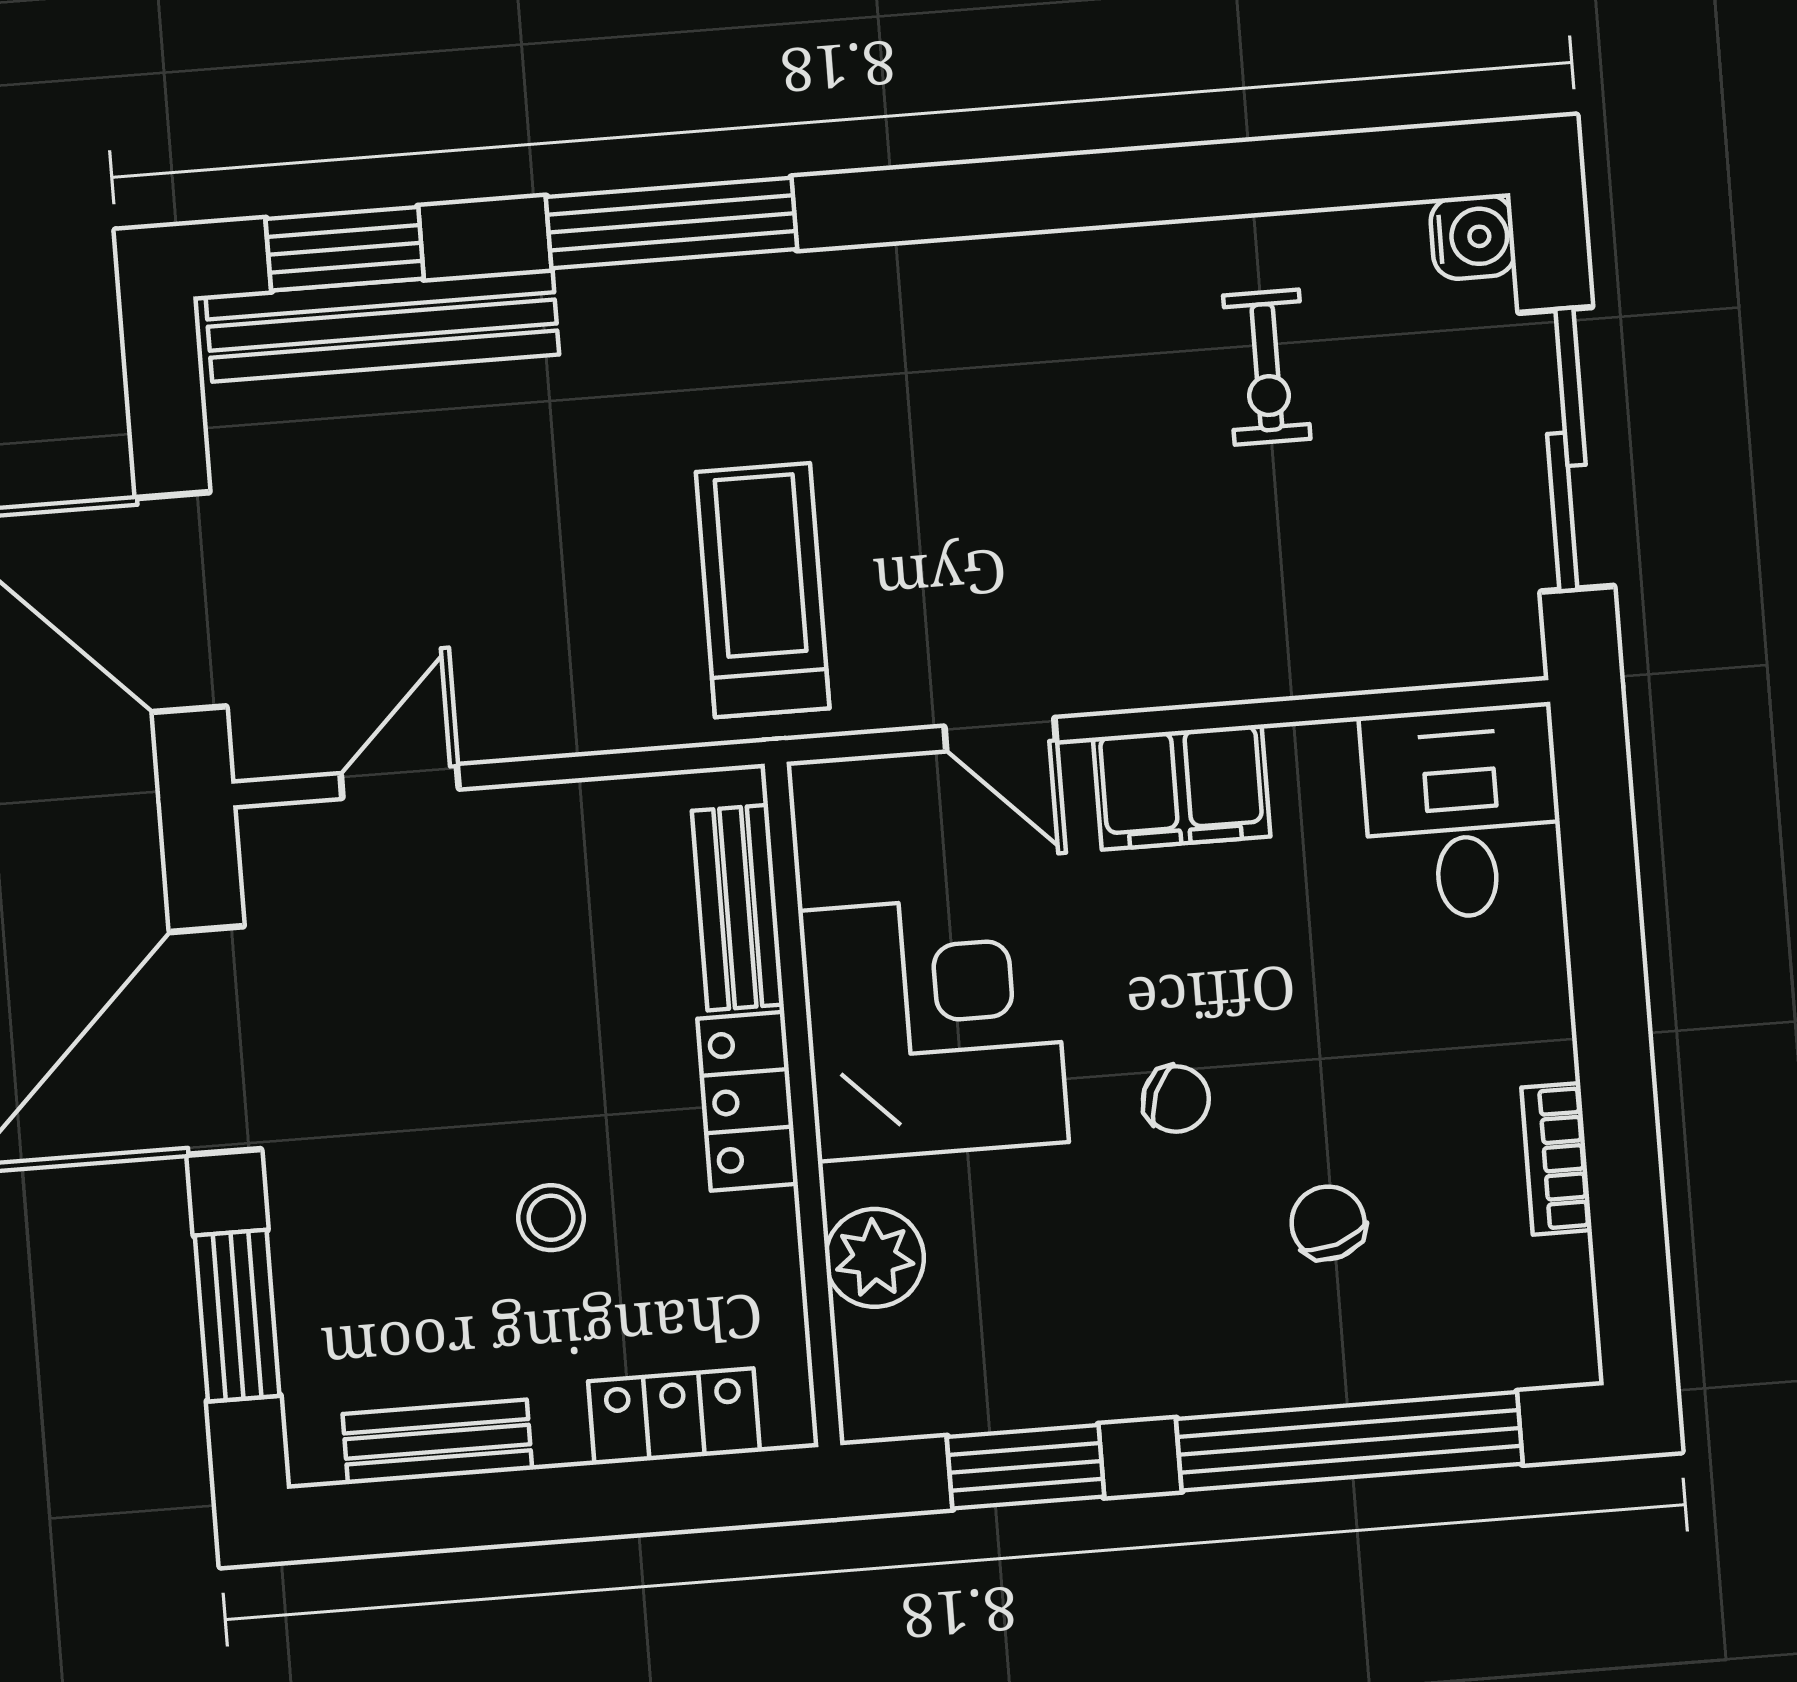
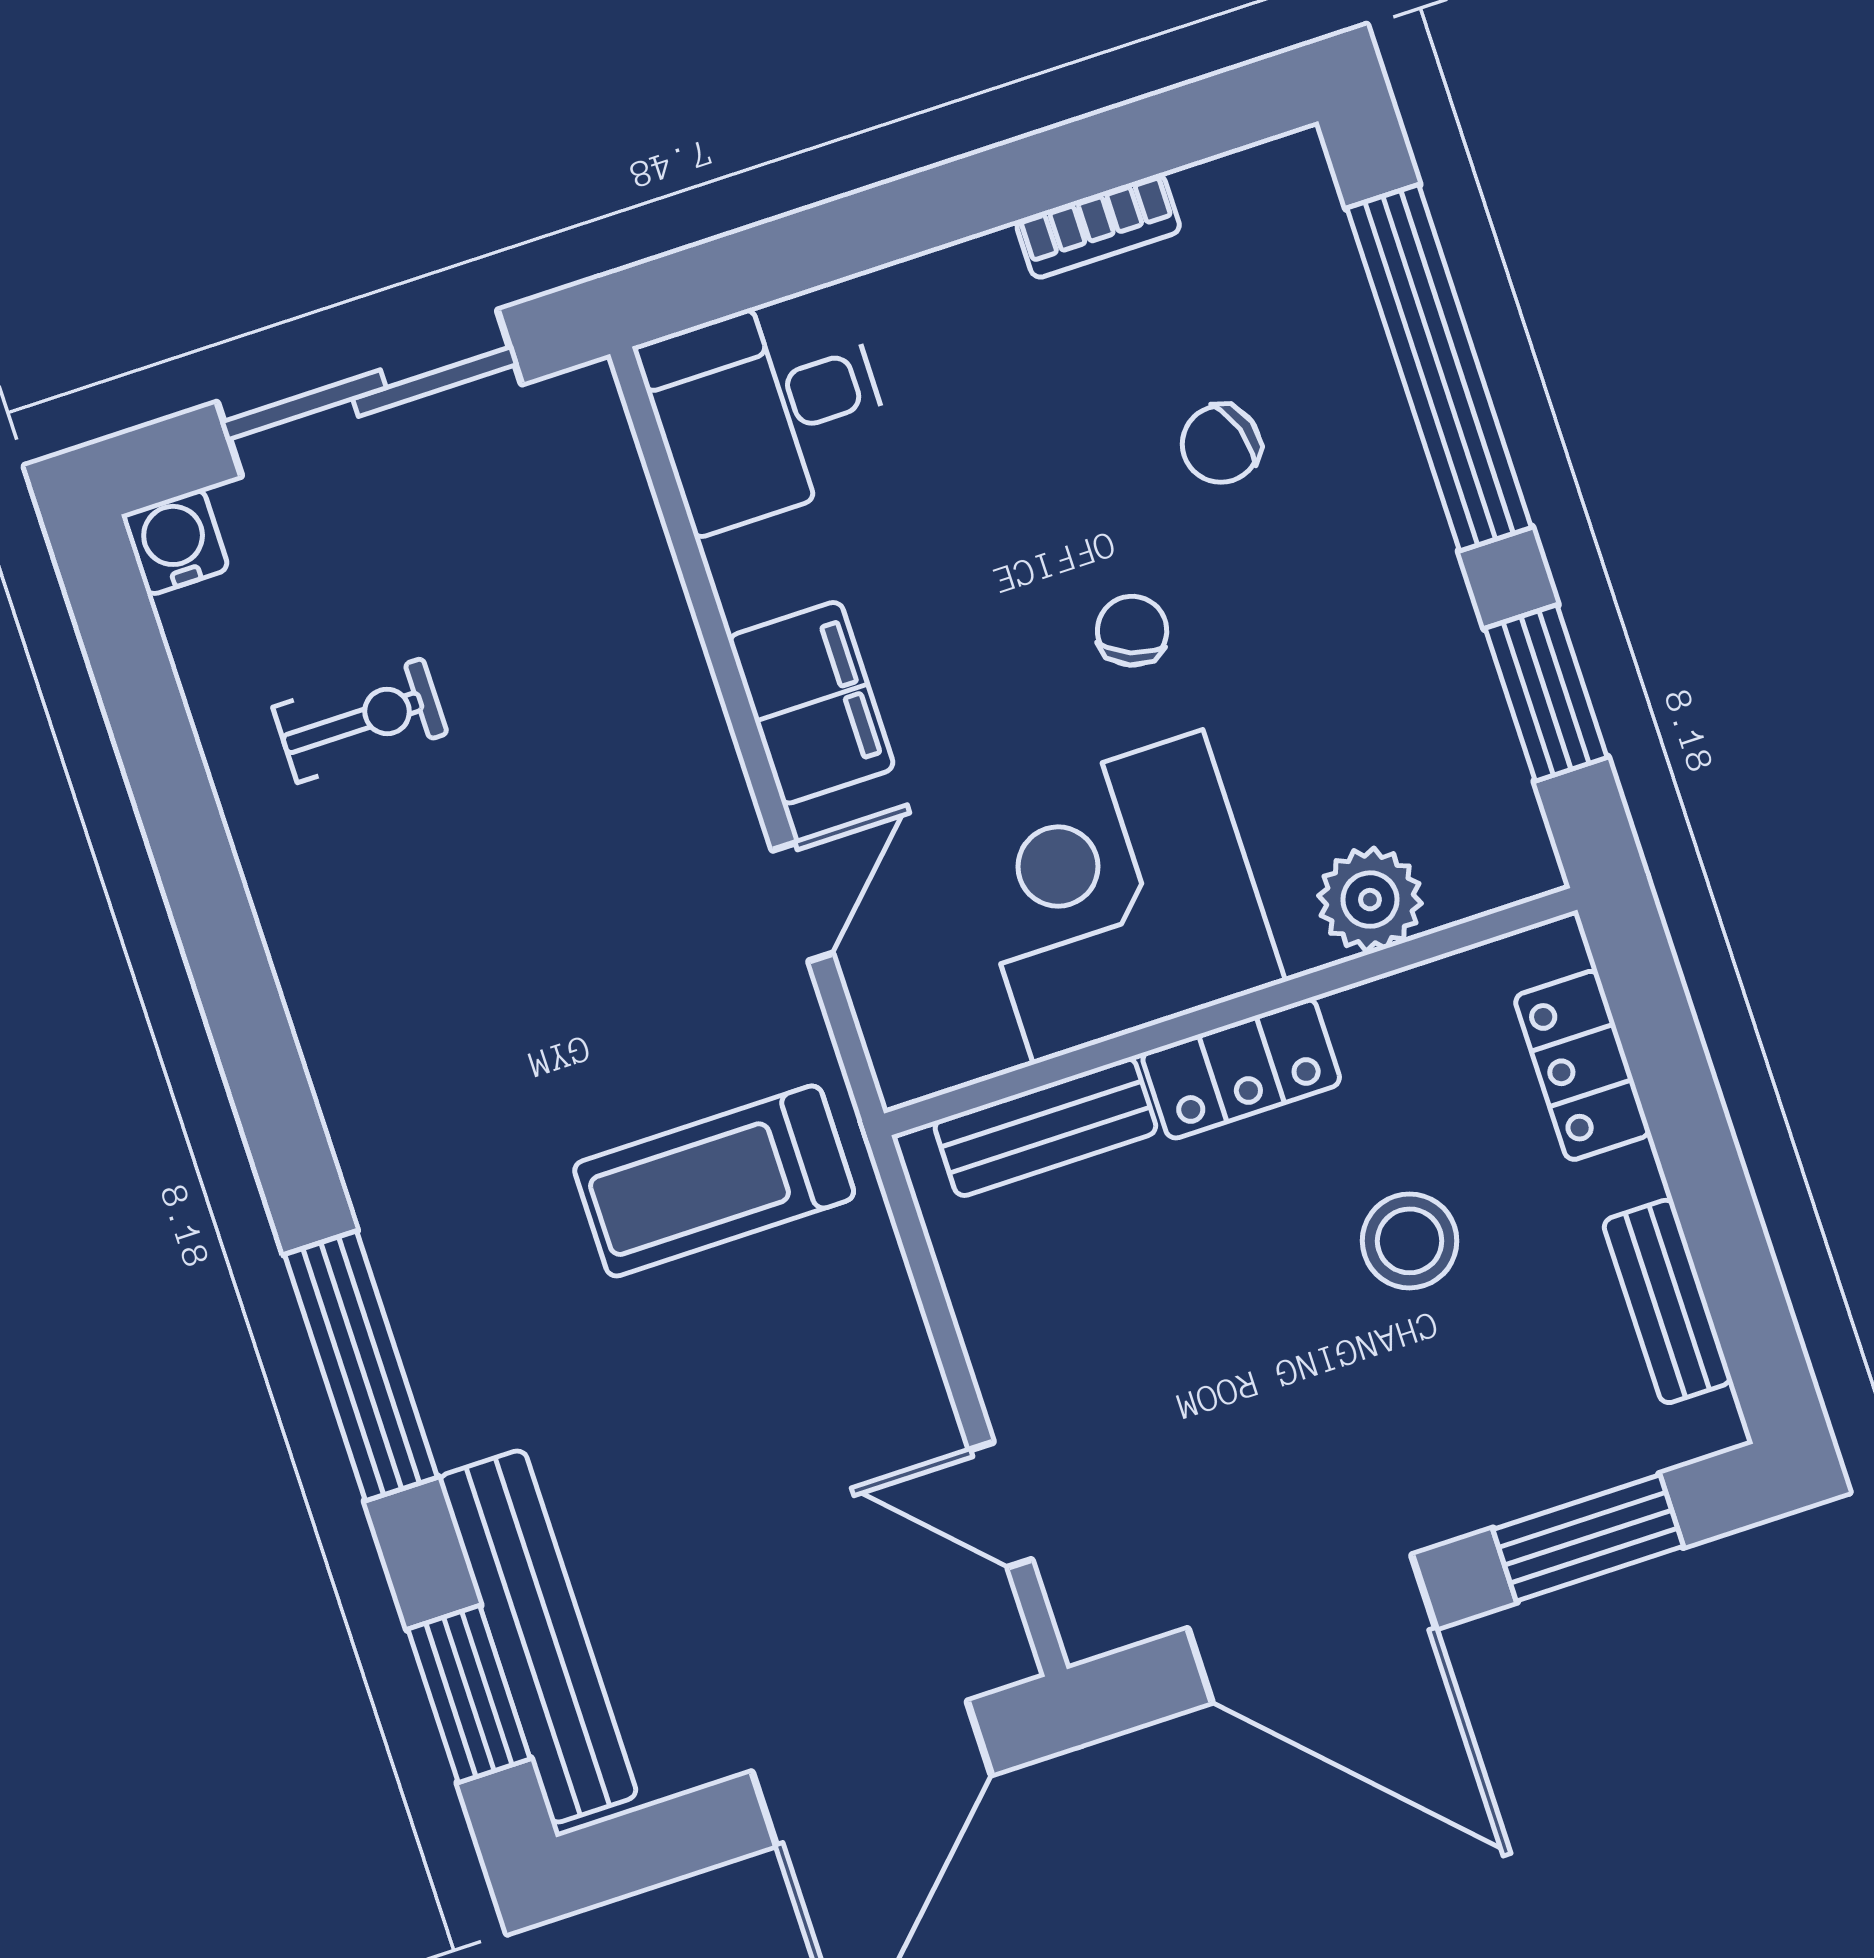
stool: (551, 1218) -> (1410, 1241), width x1.37, depth x1.37

